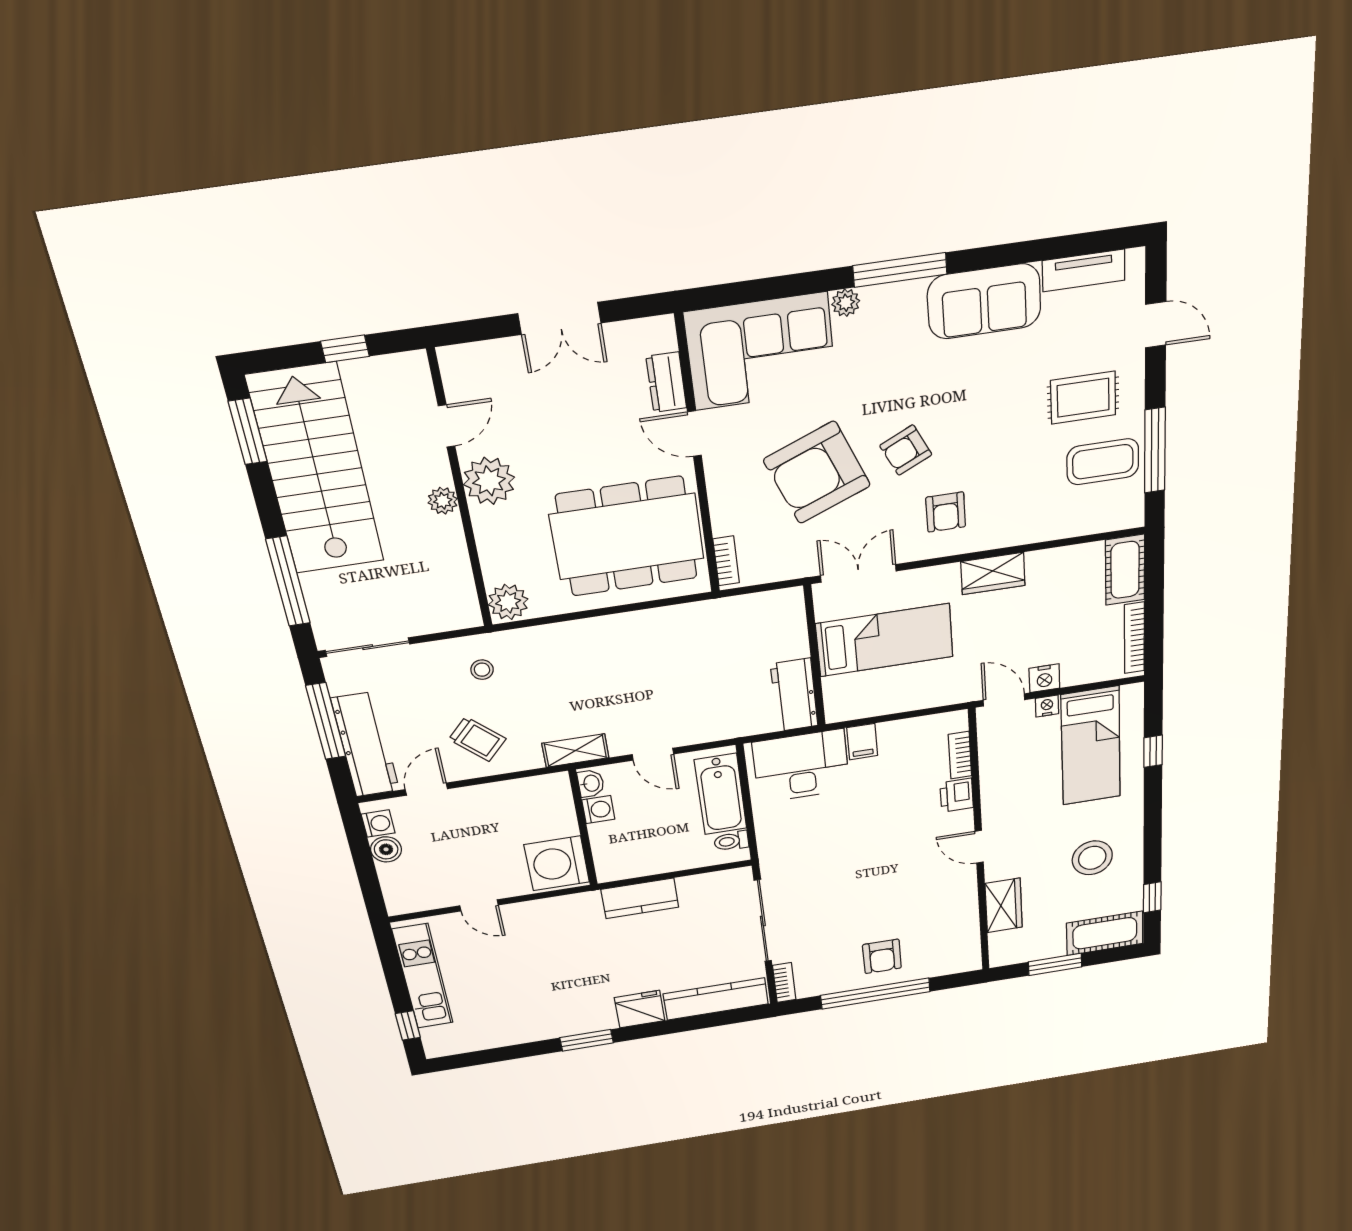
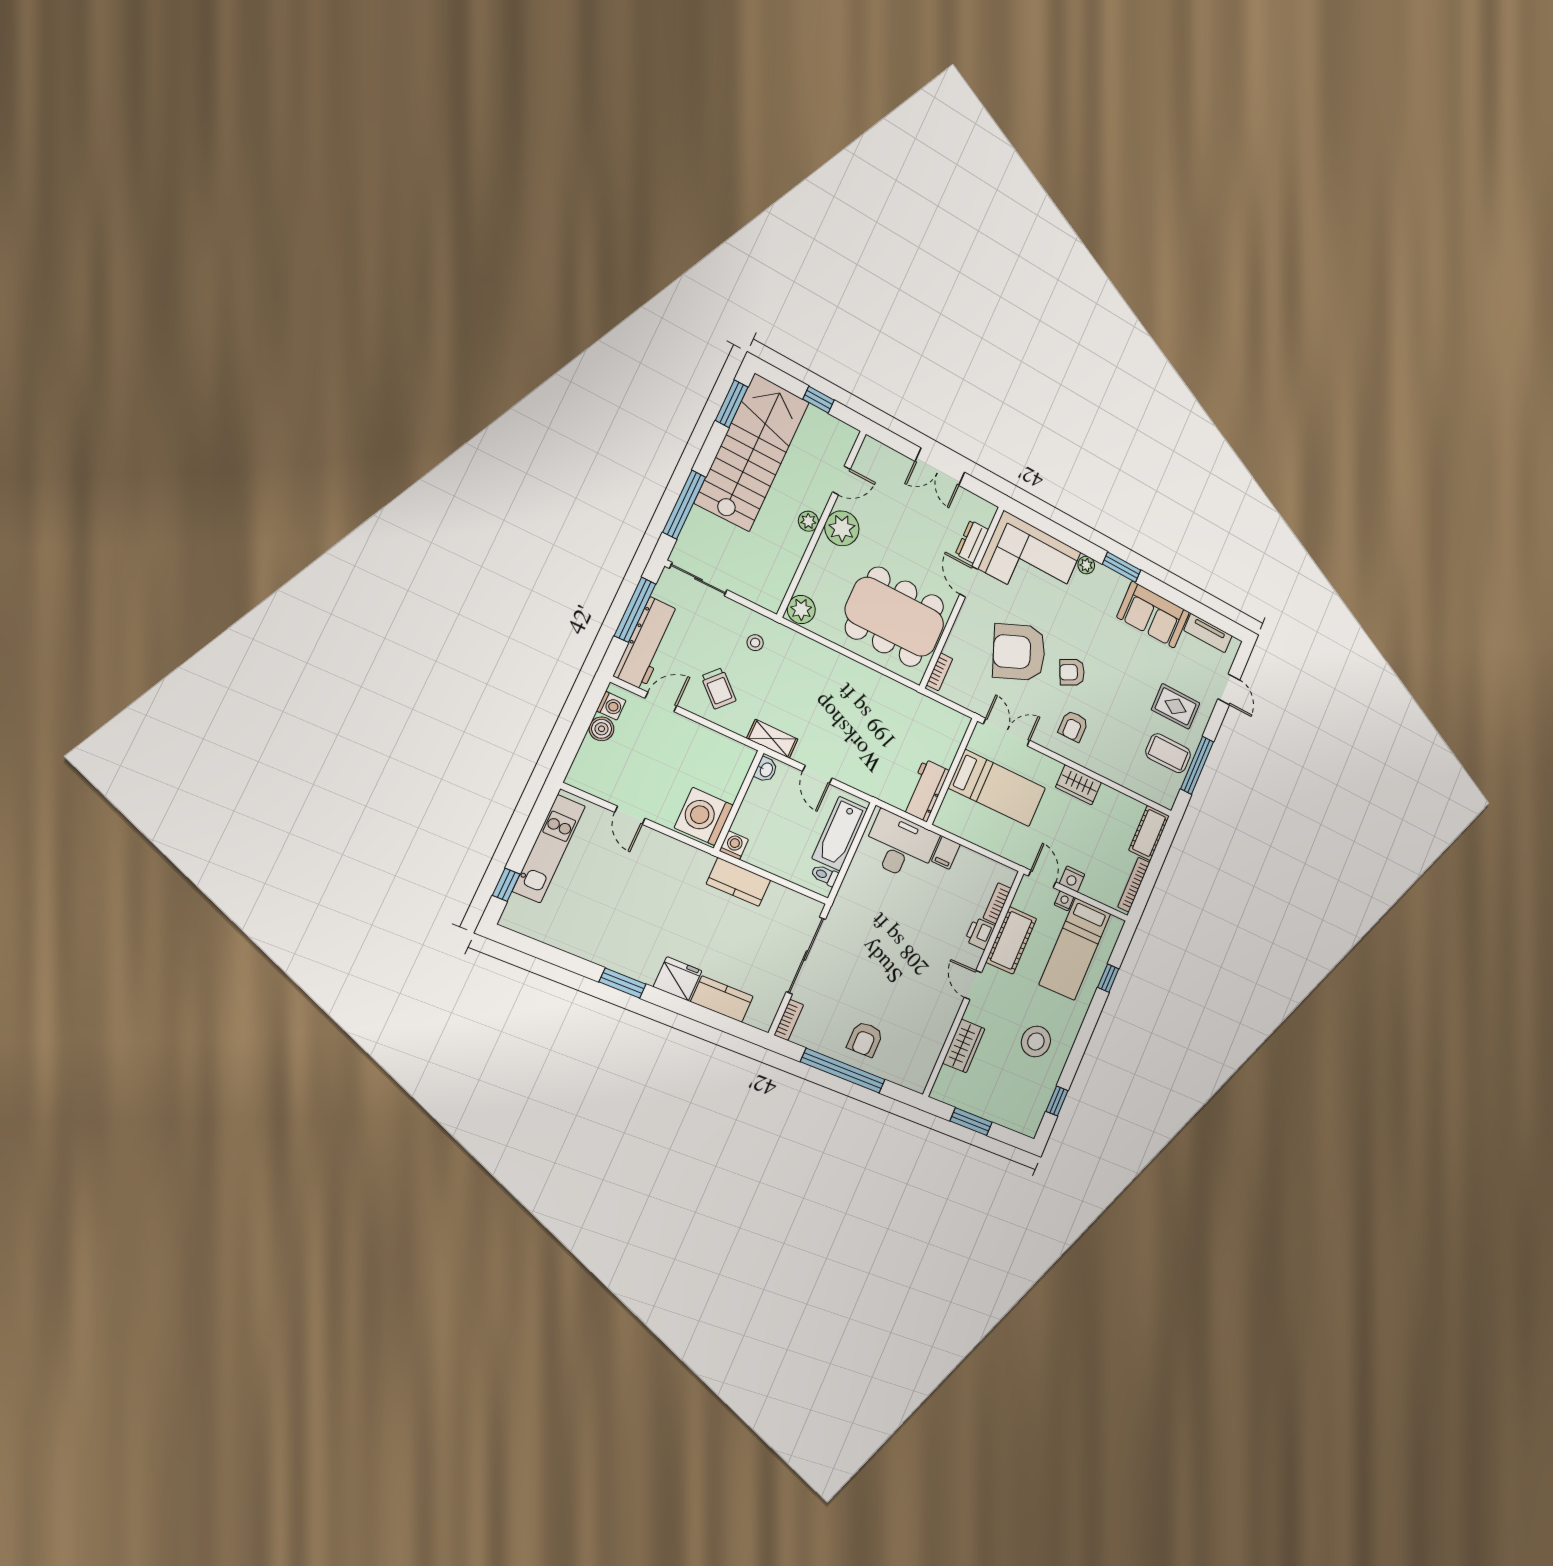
window: (900, 270) -> (1122, 567), width x0.69
washing machine: (598, 810) -> (734, 845), moved, turned -90
cot: (1105, 933) -> (1011, 940), moved, turned 90
kitchen counter: (716, 999) -> (722, 999), width x0.67

